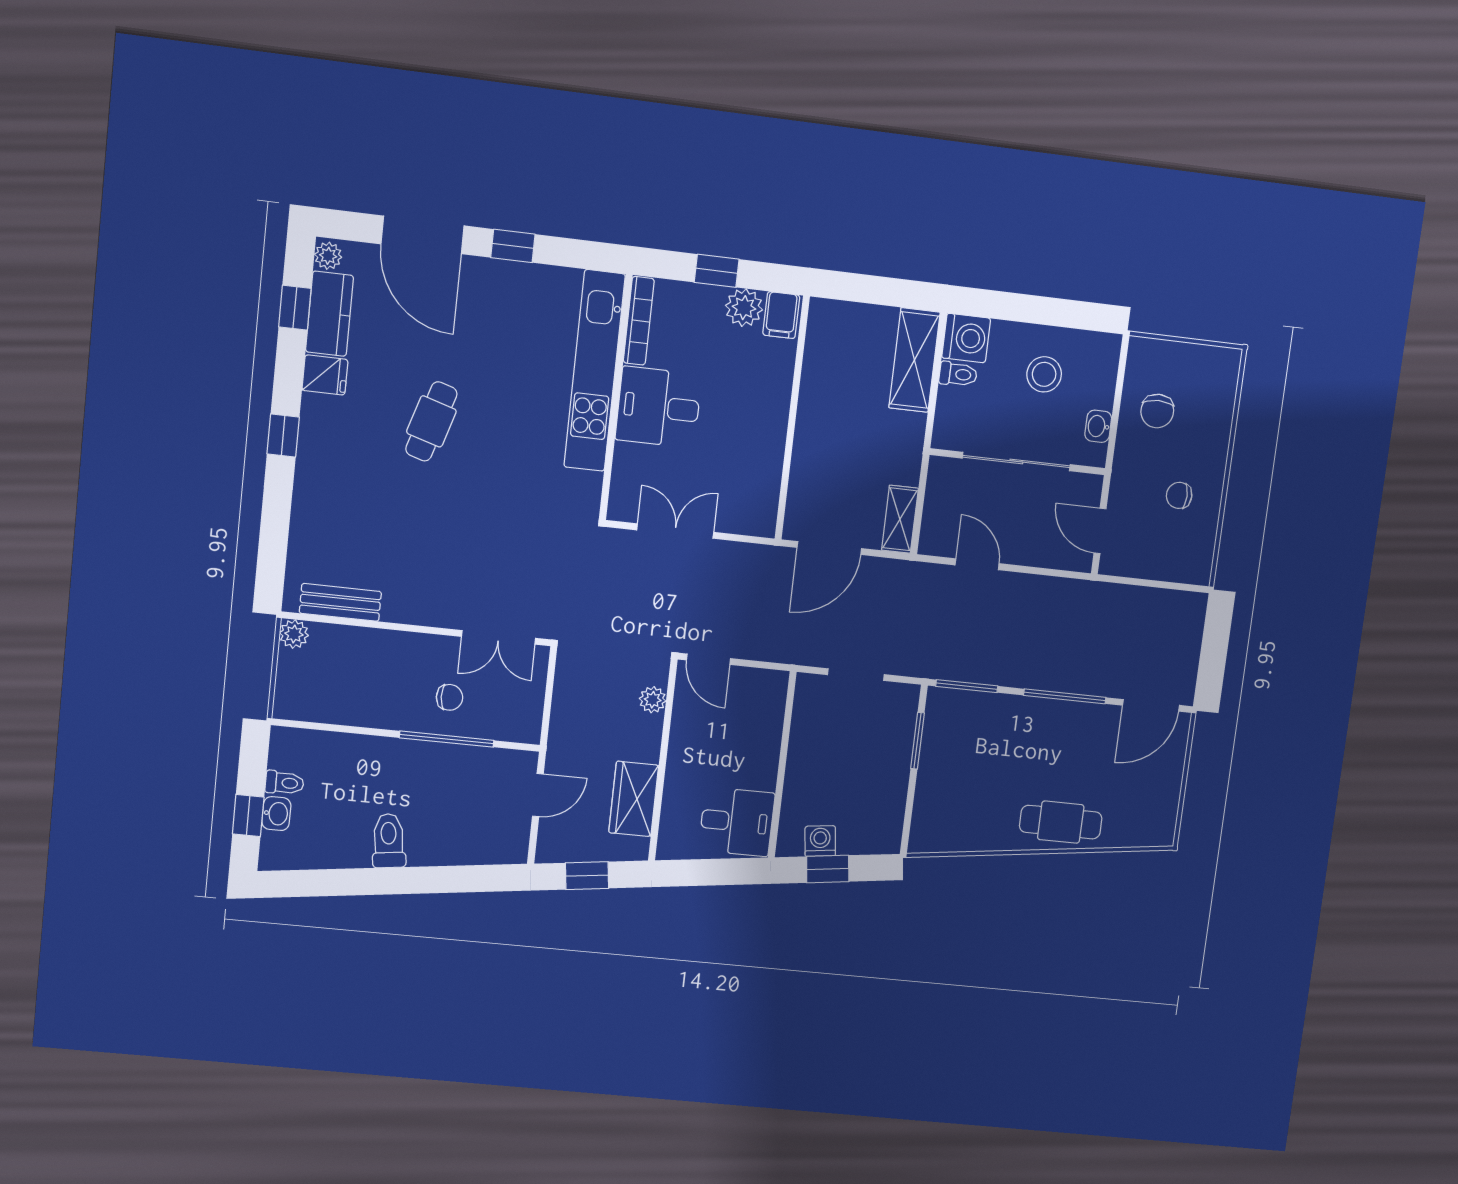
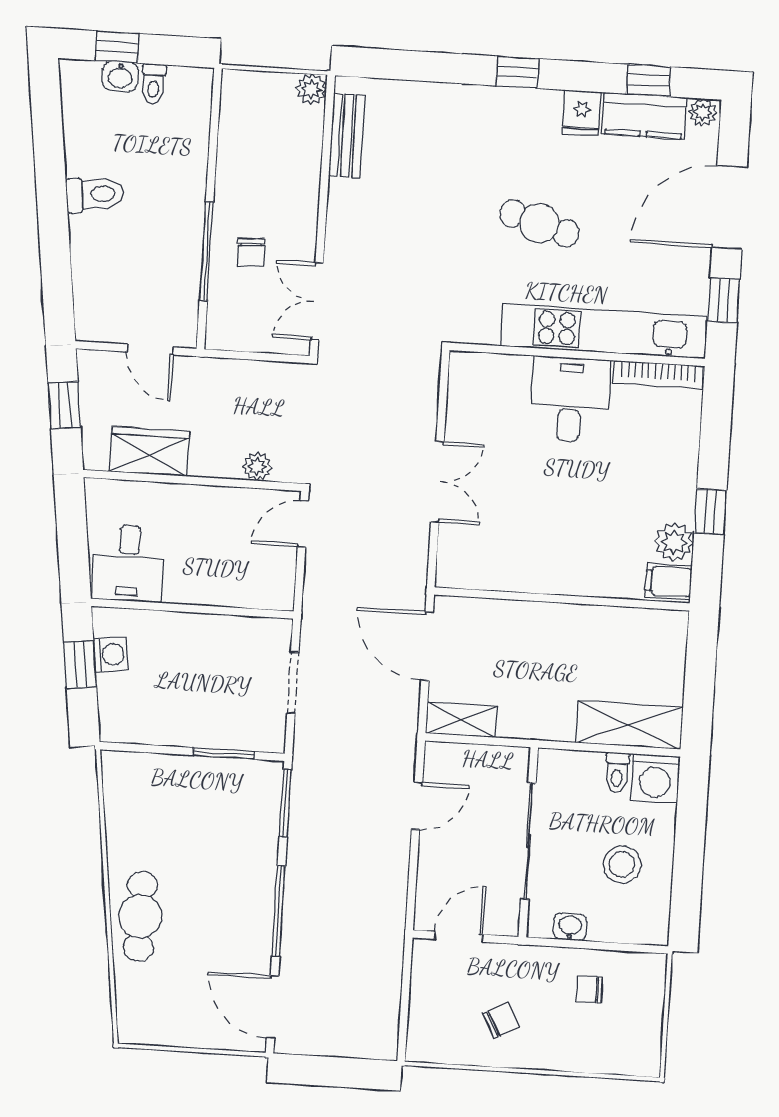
bookcase: (639, 321) -> (658, 375), moved
kitchen unit: (595, 371) -> (604, 331), moved
wall: (616, 398) -> (577, 354), moved
desk: (658, 407) -> (570, 399), moved
chair: (1157, 411) -> (589, 990), width x0.73, depth x0.73
chair: (1179, 495) -> (501, 1020), turned 61

